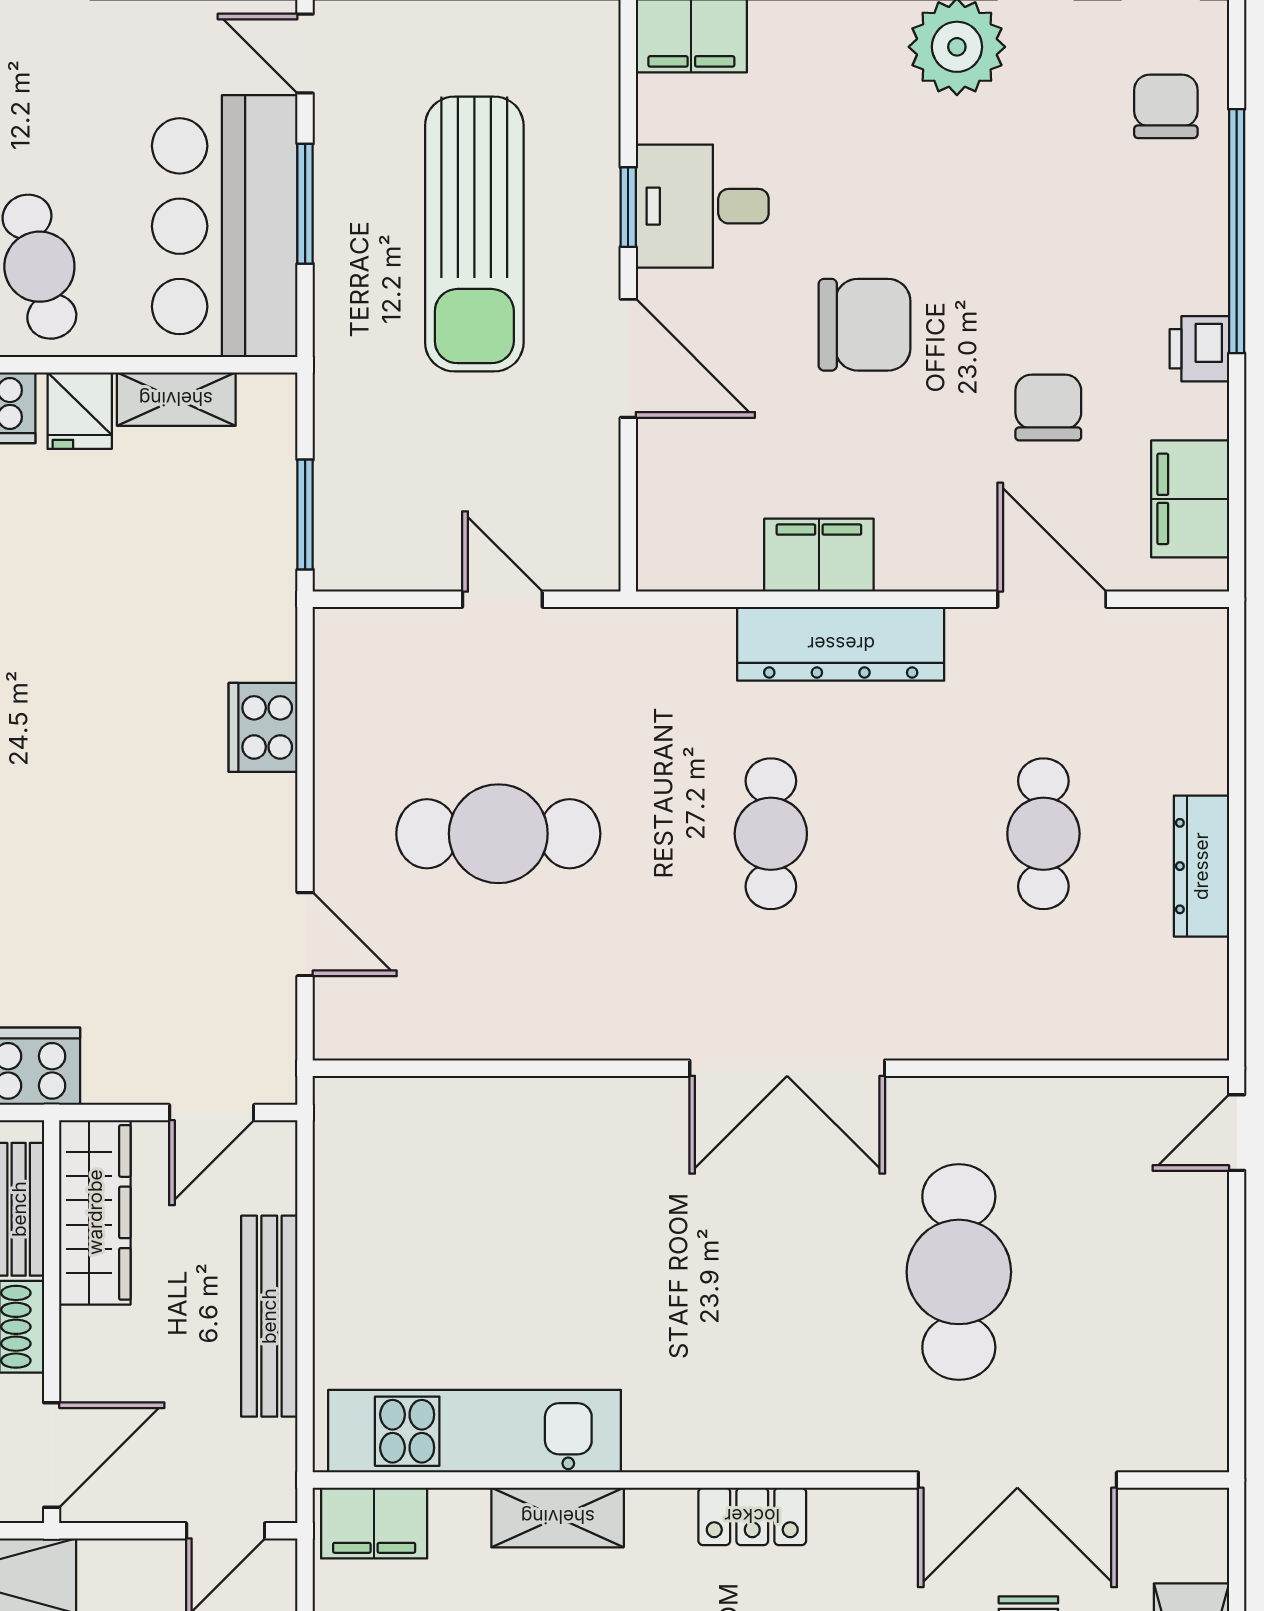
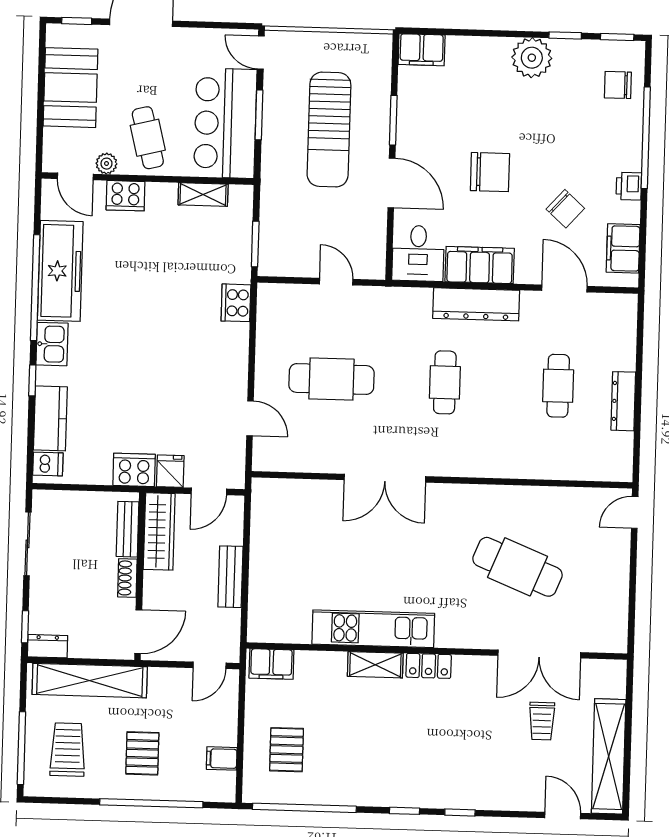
chair: (1166, 106) -> (618, 85), turned -90
desk: (702, 206) -> (418, 253), moved, turned -90
window: (628, 207) -> (393, 120), width x1.50
chair: (1048, 408) -> (565, 209), turned 132
fridge: (80, 411) -> (170, 471), moved, turned 180
filing cabinet: (819, 555) -> (480, 265), width x1.50, depth x1.17
cooker: (263, 727) -> (236, 303), moved
double door: (787, 1068) -> (385, 478), moved
cafe table: (959, 1272) -> (518, 567), turned -68
bench: (269, 1316) -> (230, 577), width x0.73
kitchen unit: (475, 1431) -> (373, 629), moved
shelving: (558, 1517) -> (375, 665), moved

